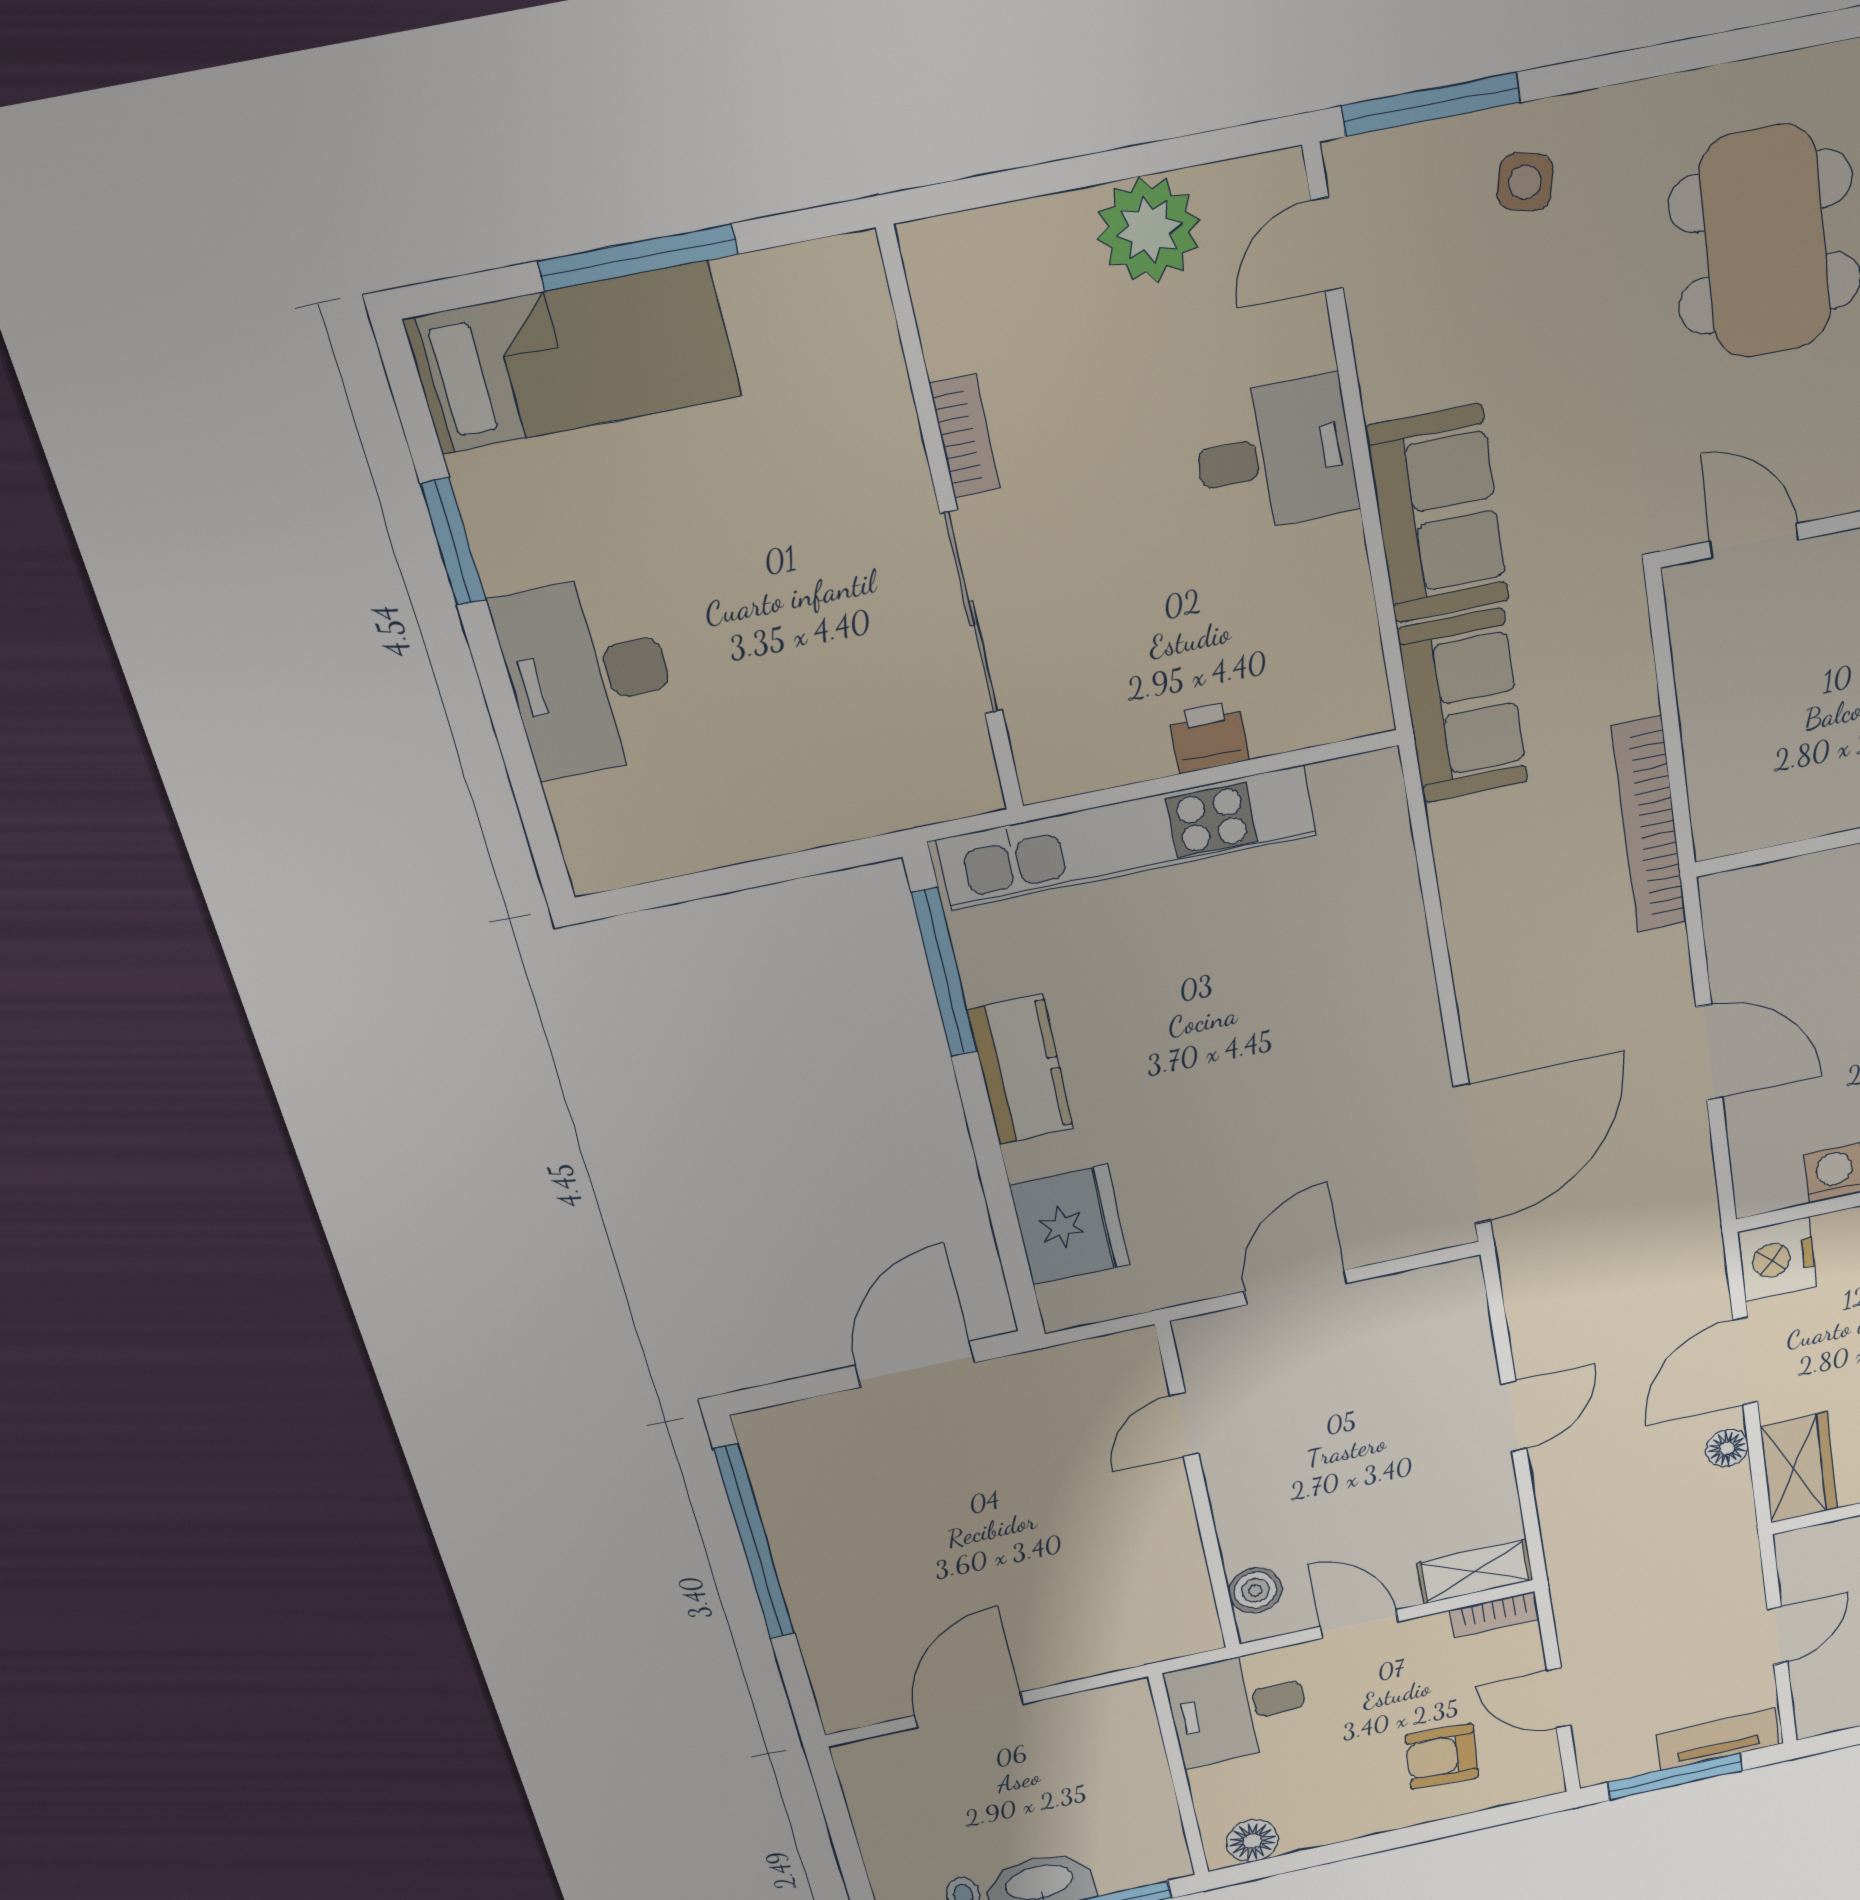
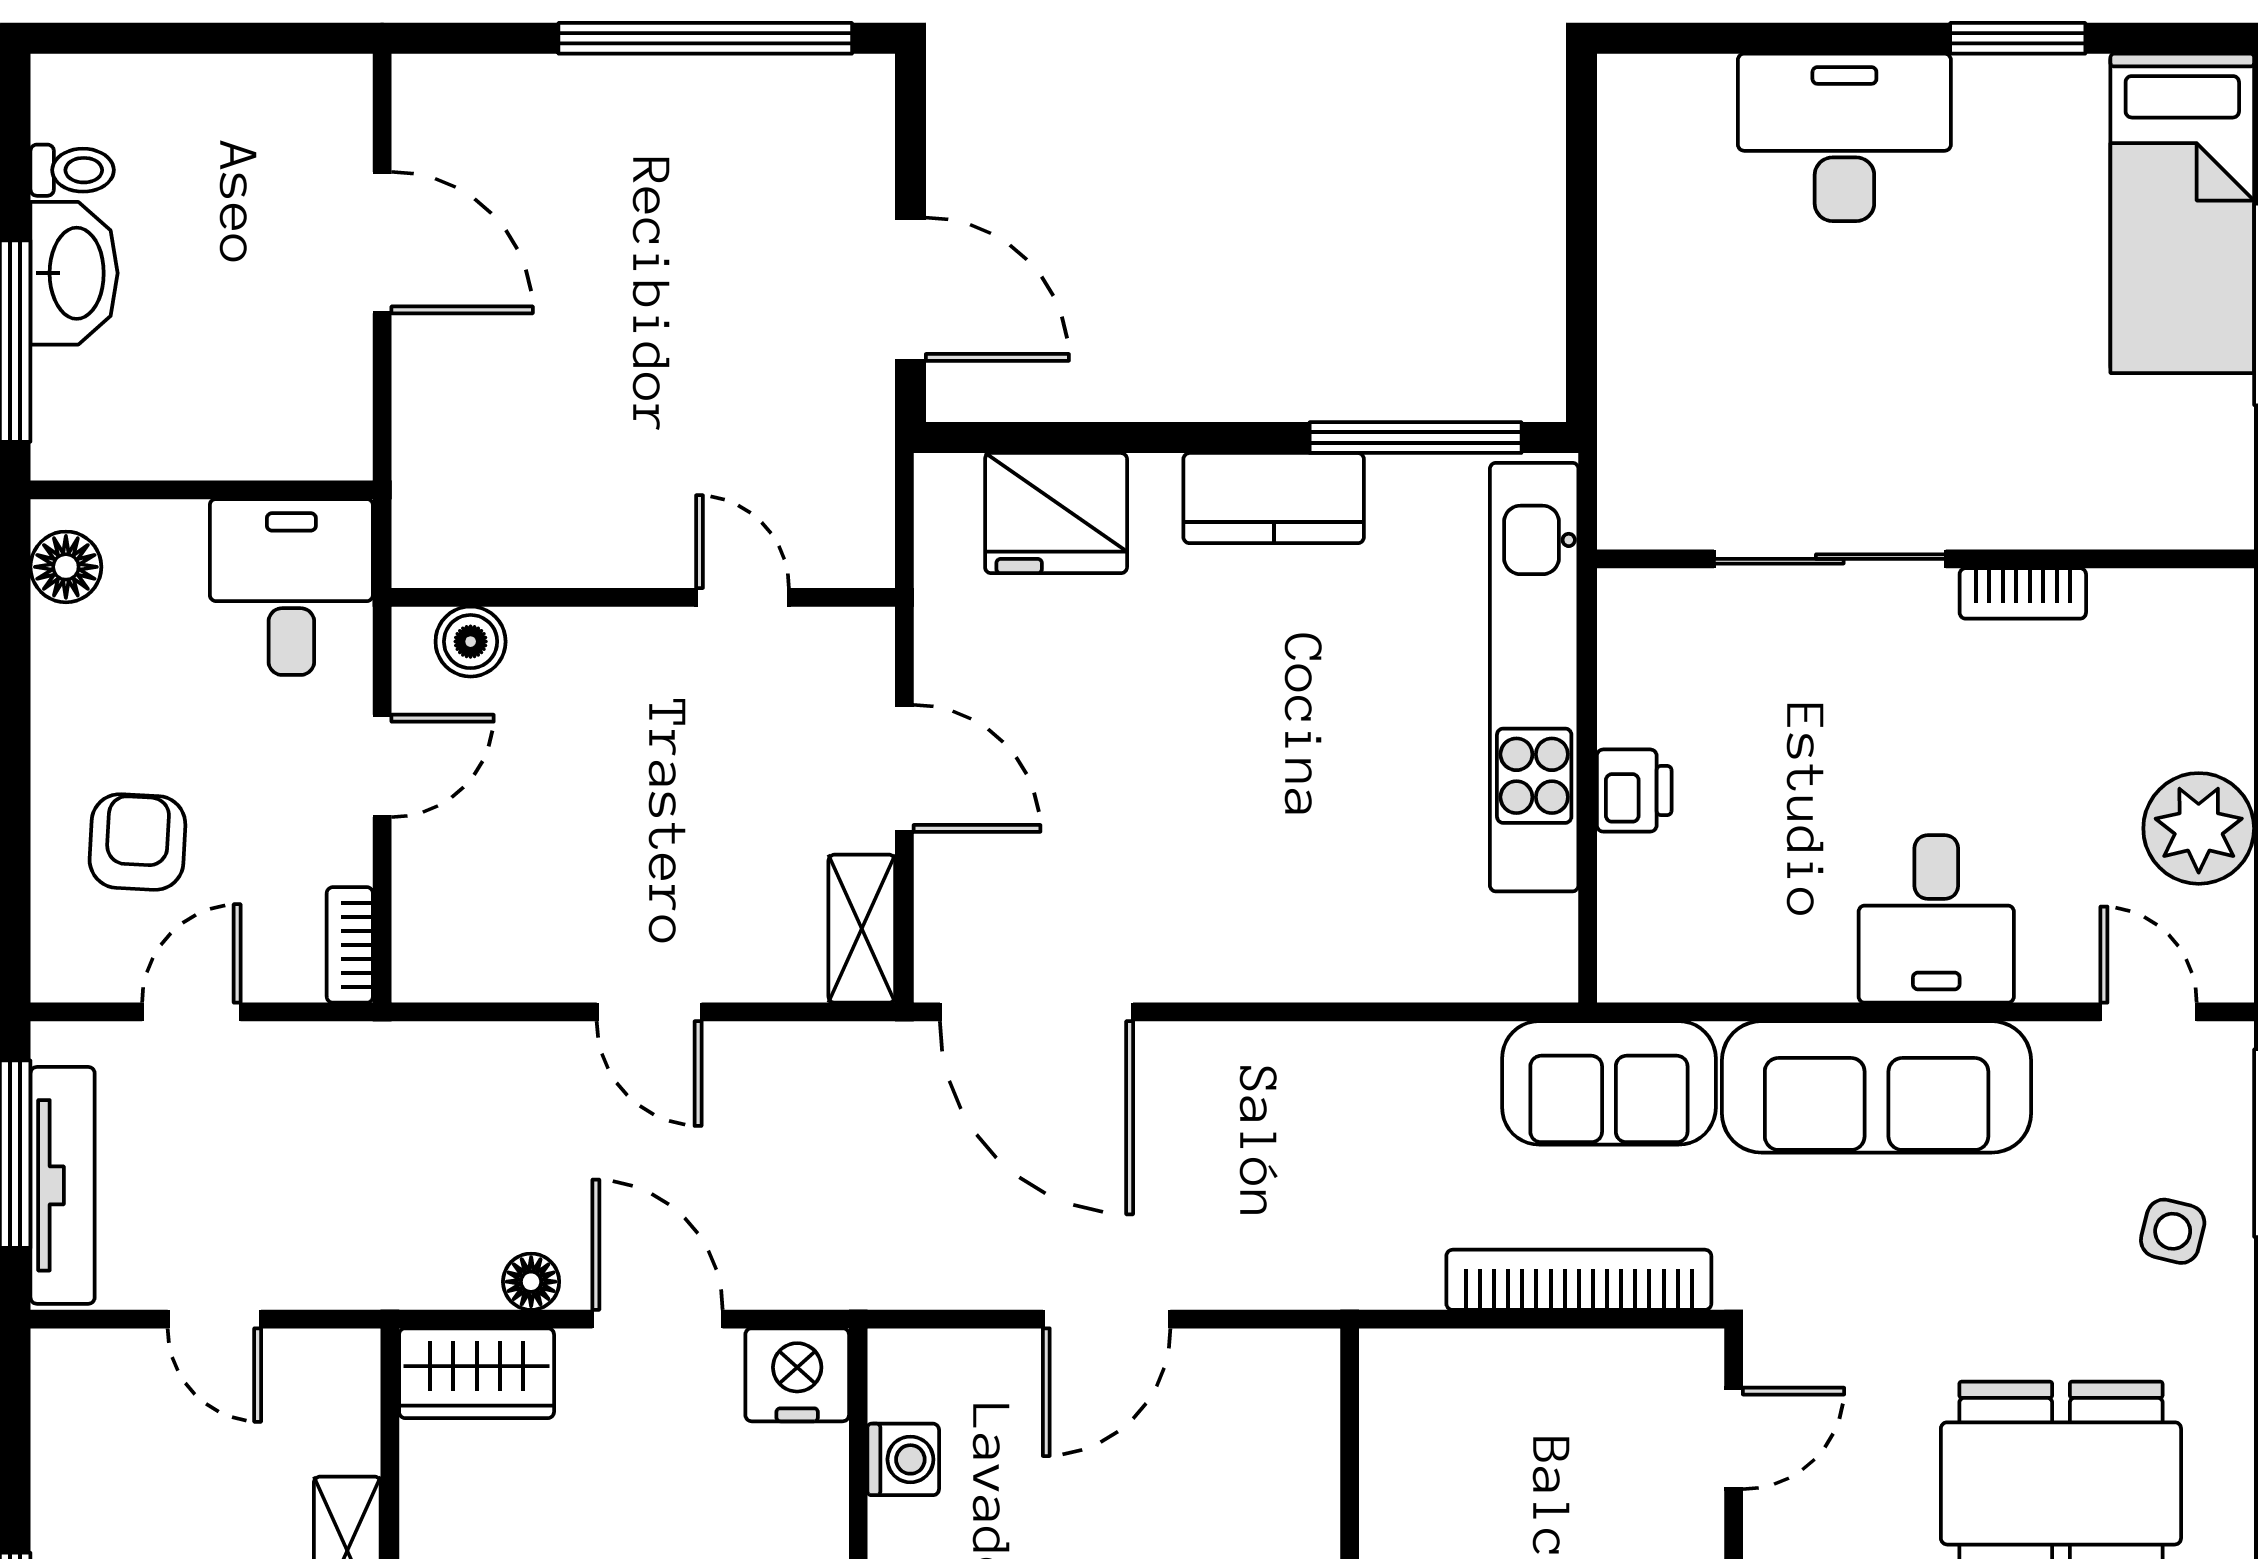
sofa: (1438, 514) -> (1877, 1087), width x1.36
bookcase: (1649, 826) -> (1579, 1280), moved
shelving: (1475, 1572) -> (862, 929), moved
tv unit: (1718, 1739) -> (63, 1185), width x1.41

